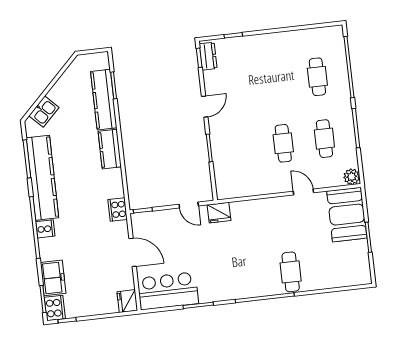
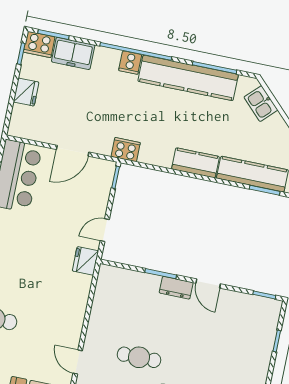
dresser: (208, 56) -> (176, 288), moved
door: (303, 192) -> (78, 362), swing flipped
fridge: (127, 301) -> (26, 92), moved, turned 90

